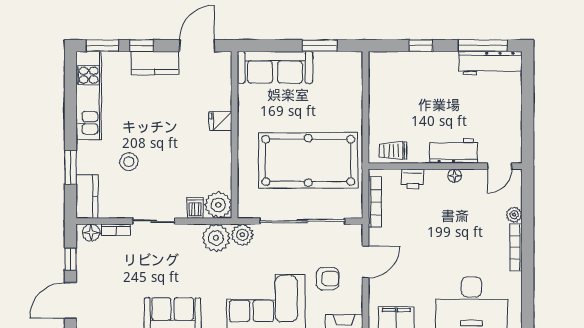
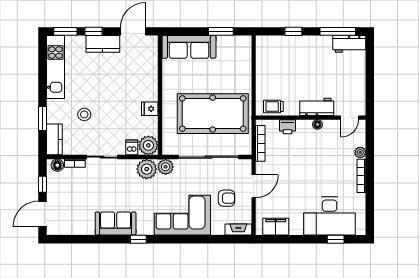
workbench: (490, 63) -> (349, 44), width x0.73
fridge: (220, 121) -> (150, 109), moved

